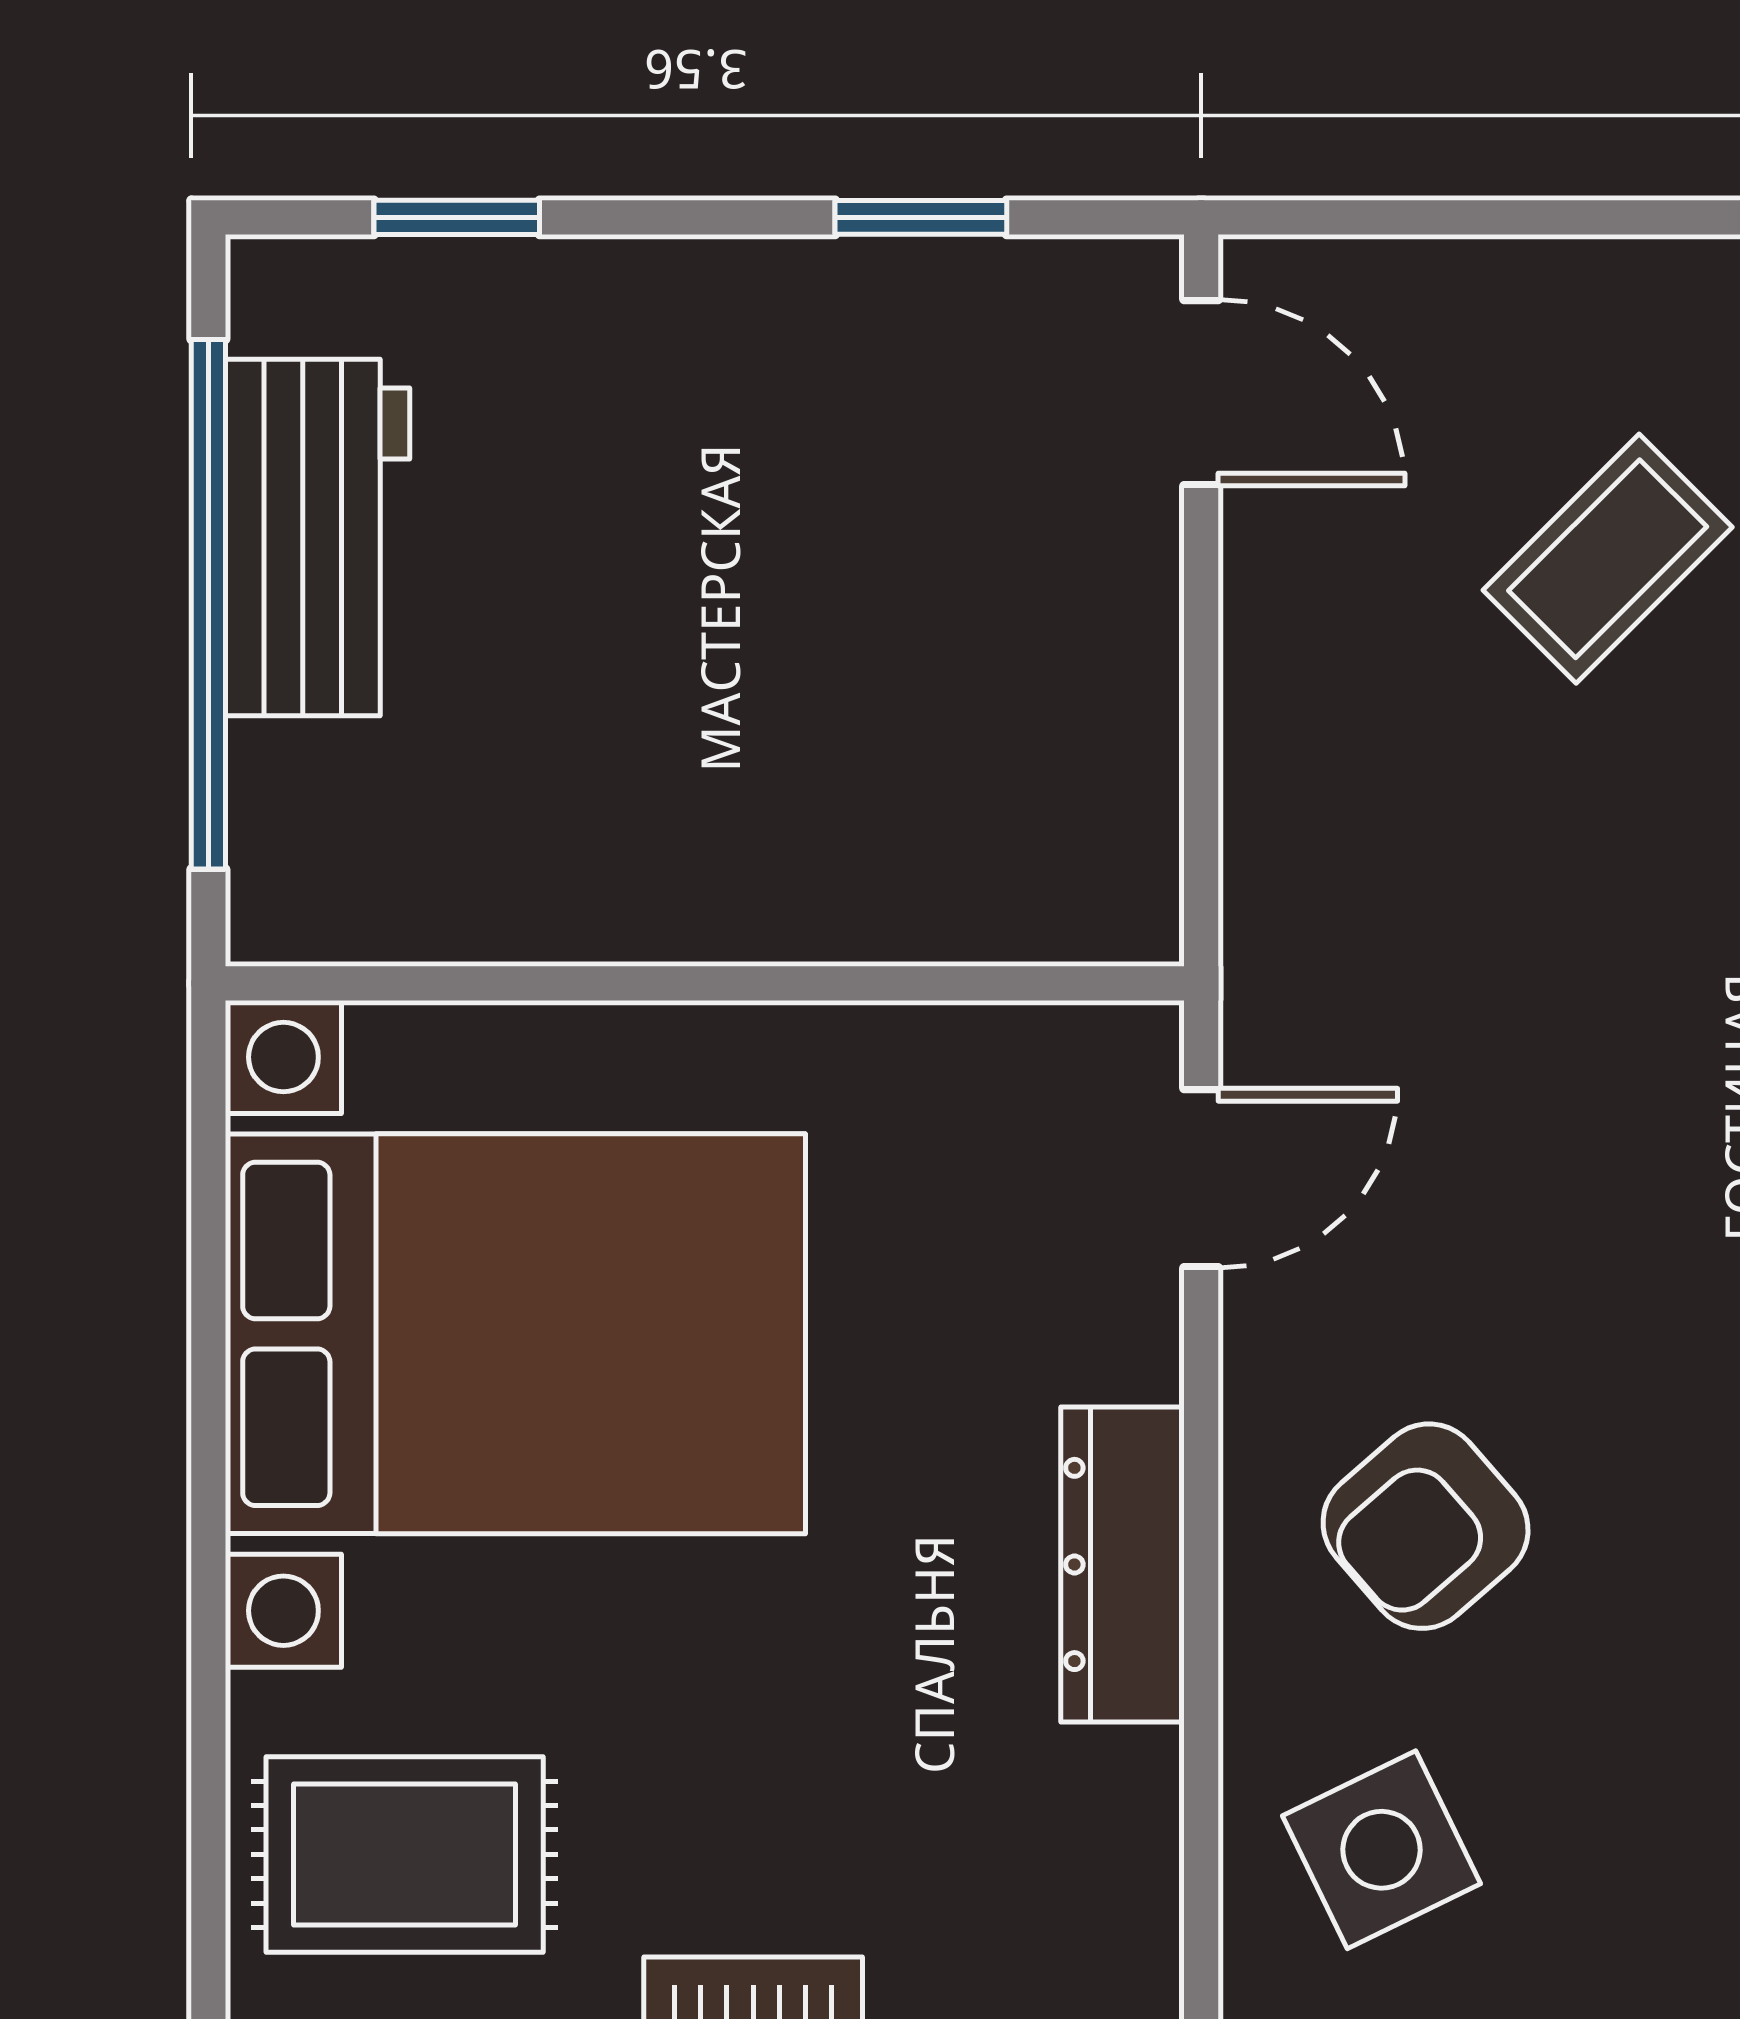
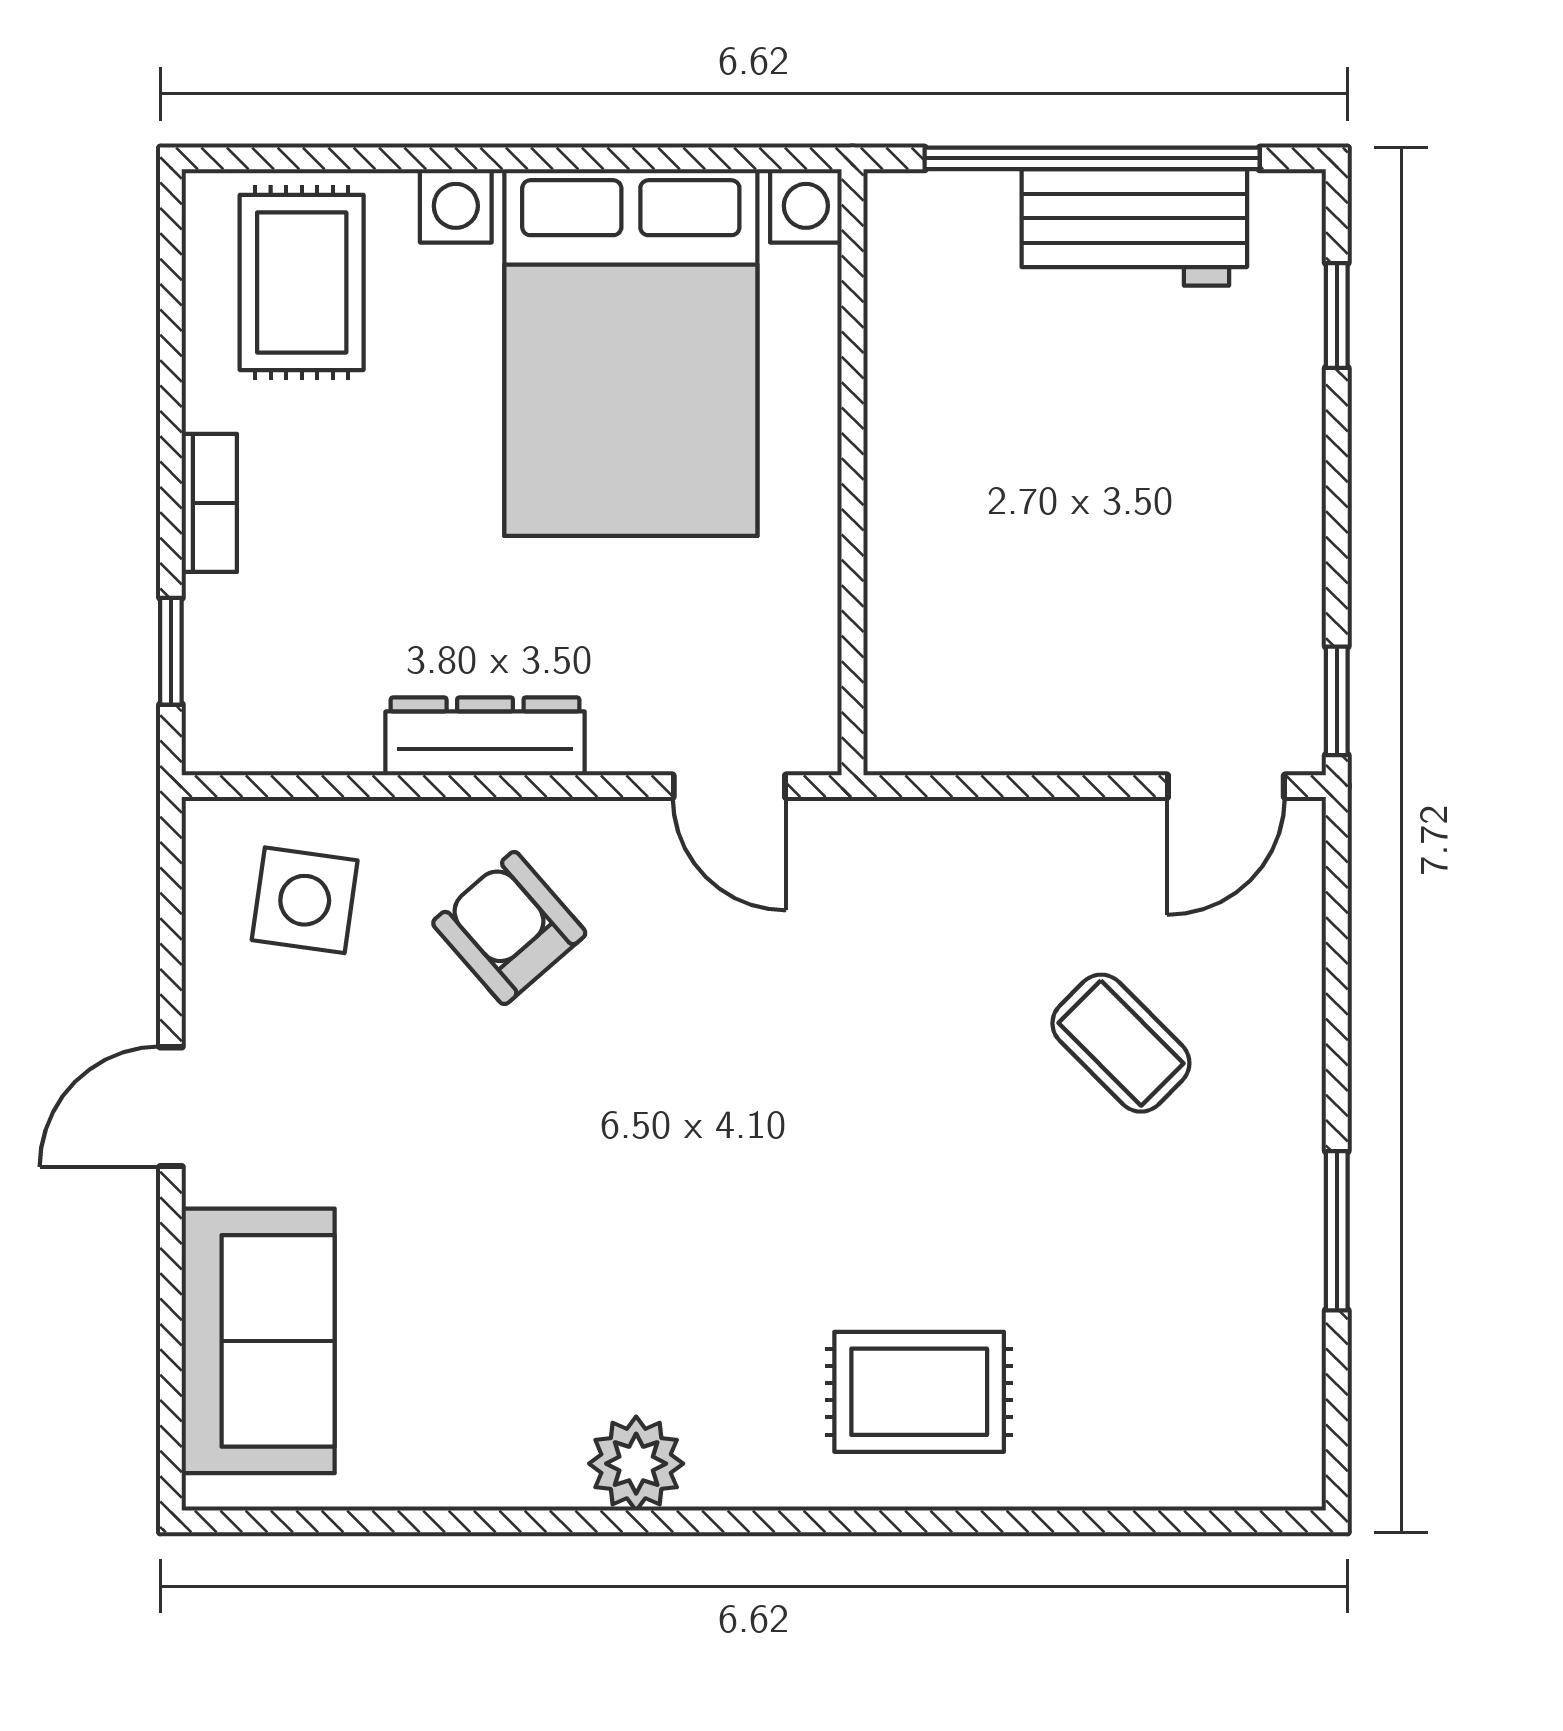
window: (921, 217) -> (1337, 701), moved
side table: (1382, 1850) -> (305, 900), turned 34

